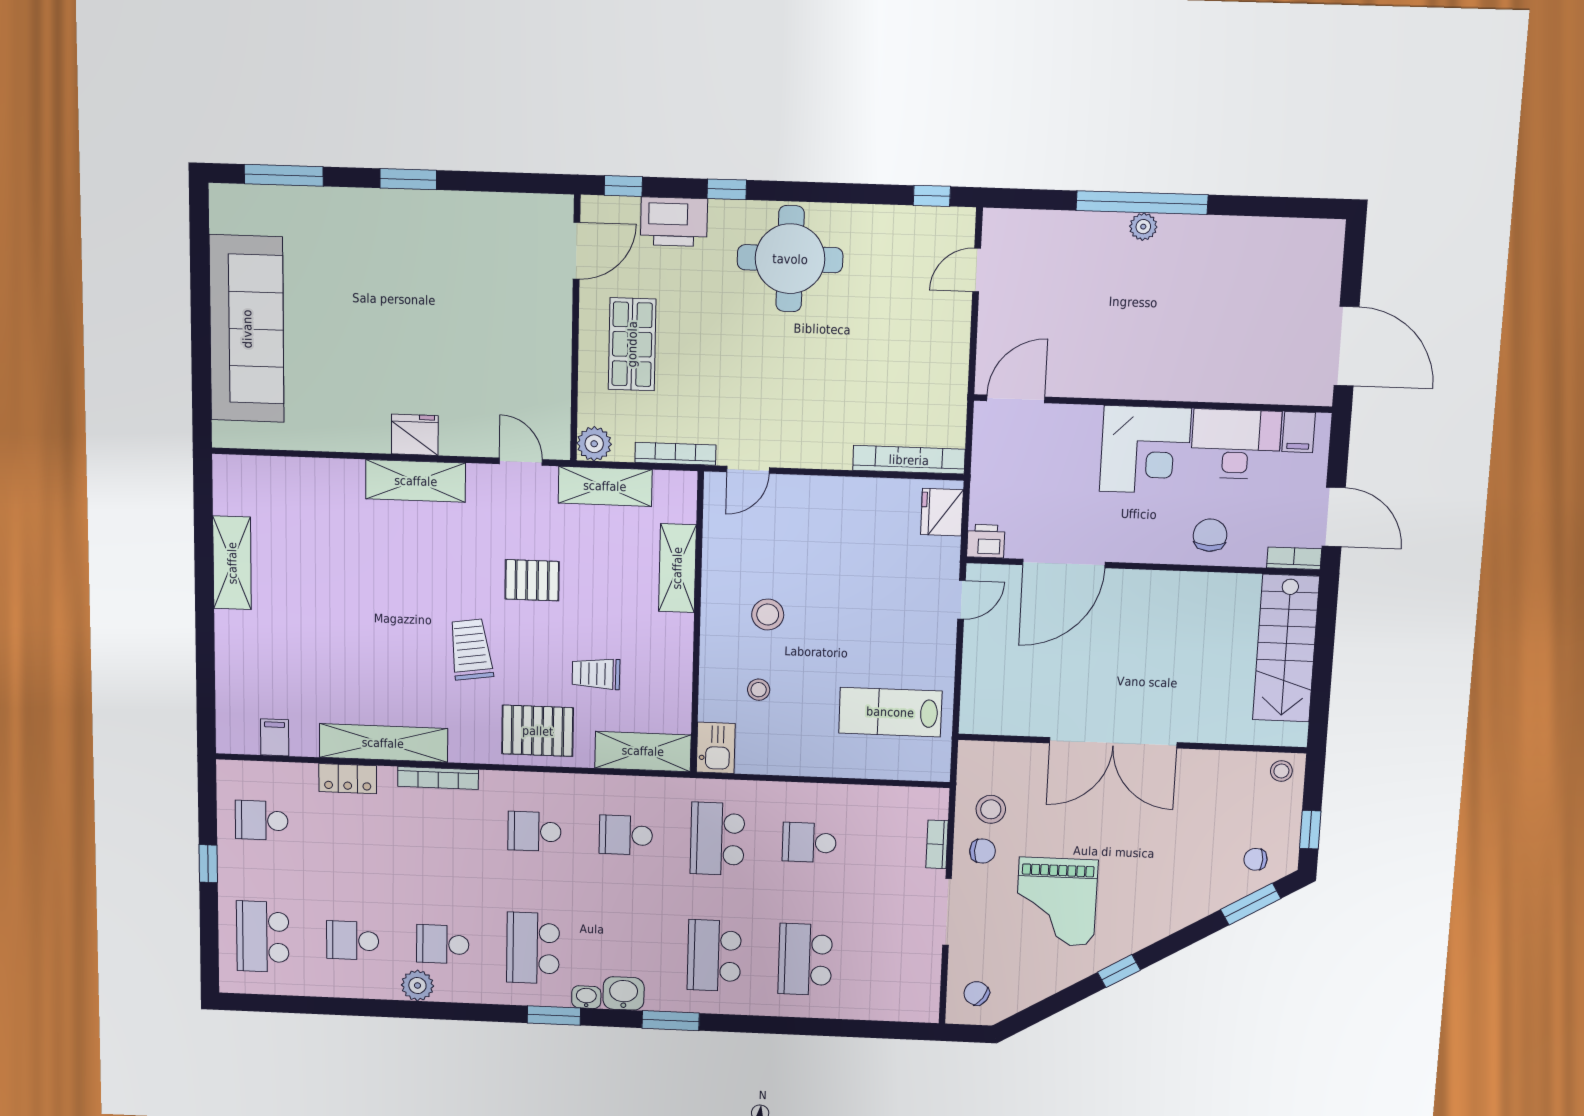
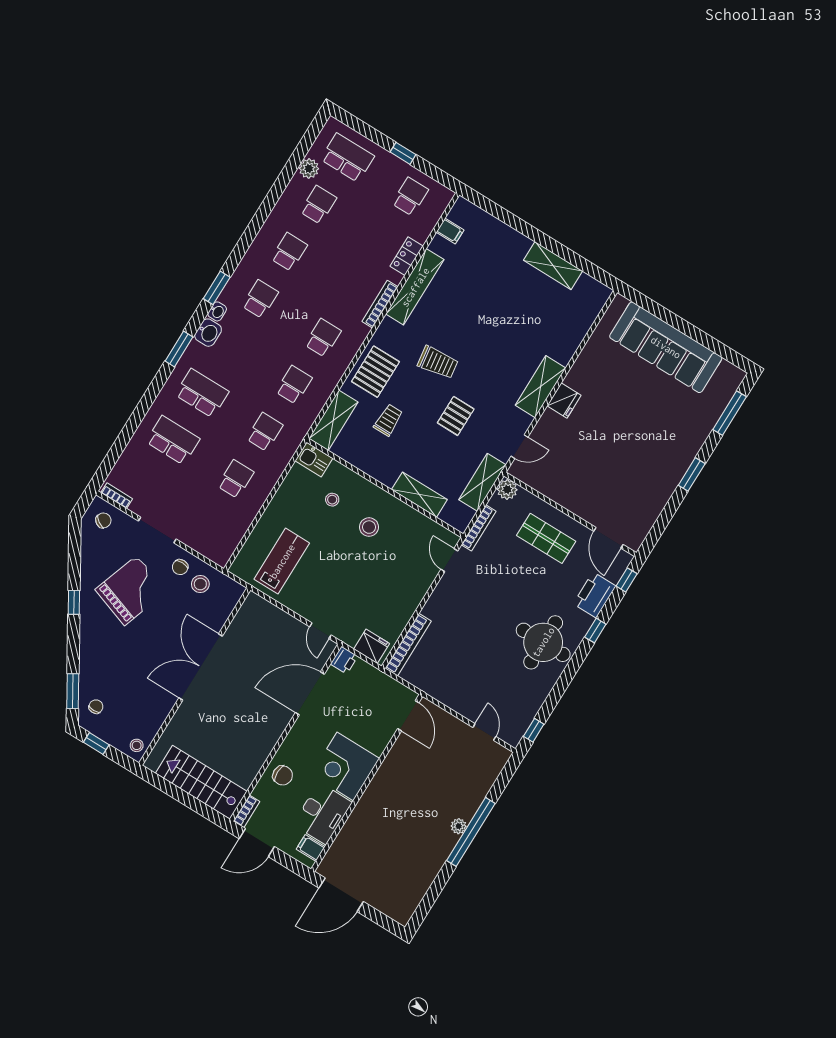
door: (1064, 564) -> (310, 693), hinge flipped
school desk: (717, 839) -> (265, 432), width x0.54
bookcase: (937, 844) -> (117, 496), moved
grand piano: (1056, 902) -> (131, 591), turned 109
school desk: (533, 948) -> (260, 299), width x0.54
plant: (417, 985) -> (309, 168), moved

